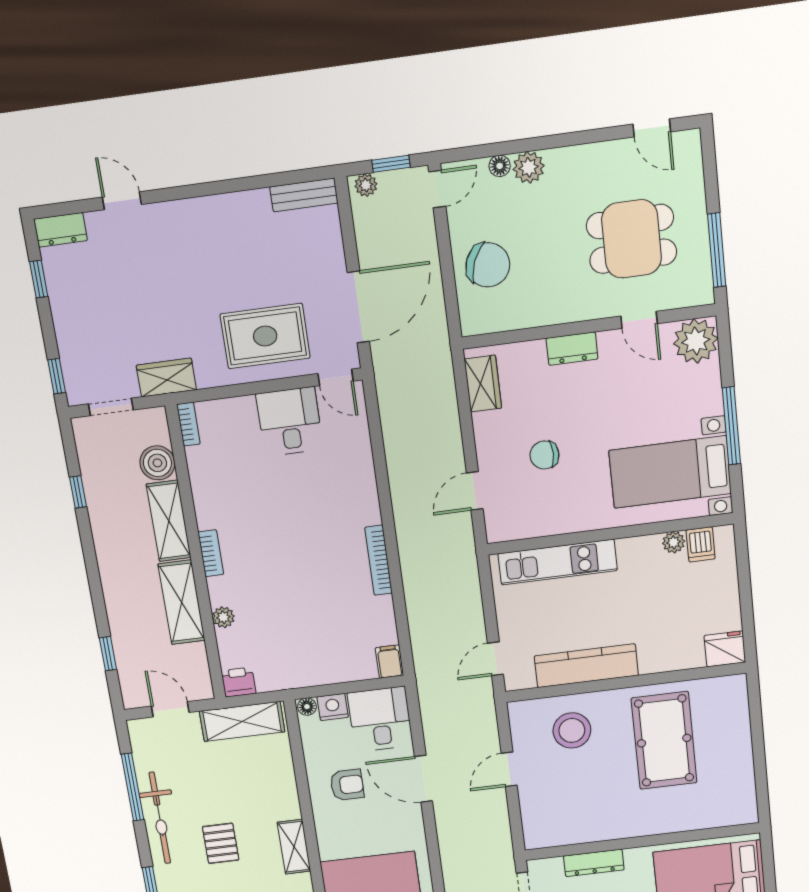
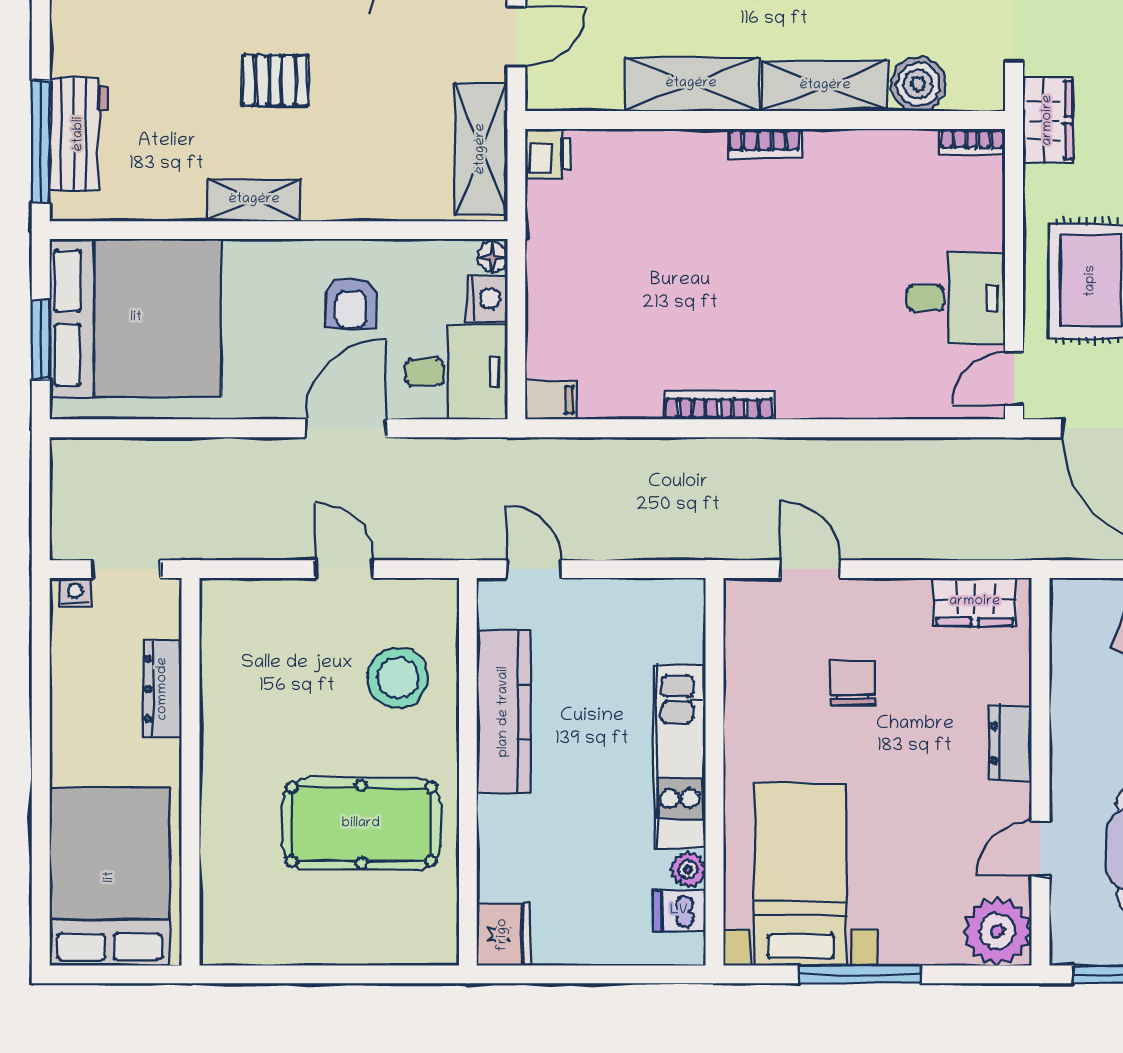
kitchen unit: (558, 562) -> (680, 756), moved
plant: (223, 617) -> (658, 147), removed

